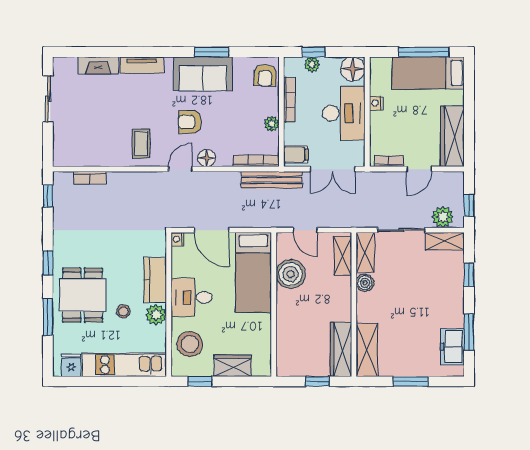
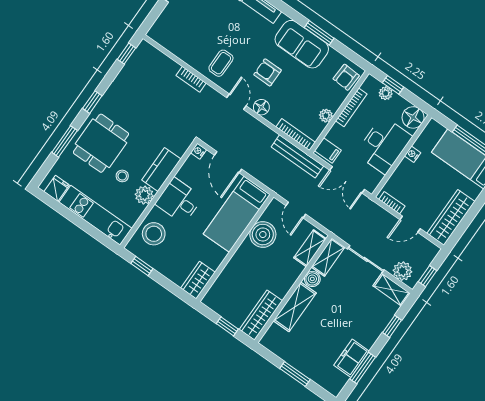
door: (180, 169) -> (236, 102), hinge flipped
bookcase: (90, 178) -> (191, 79), moved
freezer: (452, 347) -> (352, 358), moved
shelving: (367, 350) -> (295, 307), moved
wardrobe: (233, 366) -> (198, 280), moved, turned -90

